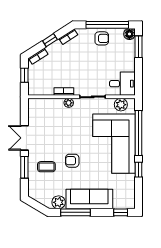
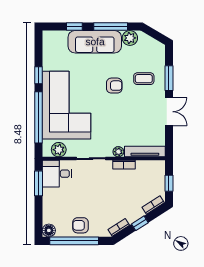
window: (139, 47) -> (38, 183), moved
tv unit: (46, 103) -> (145, 152), added
window: (121, 212) -> (74, 27), moved

